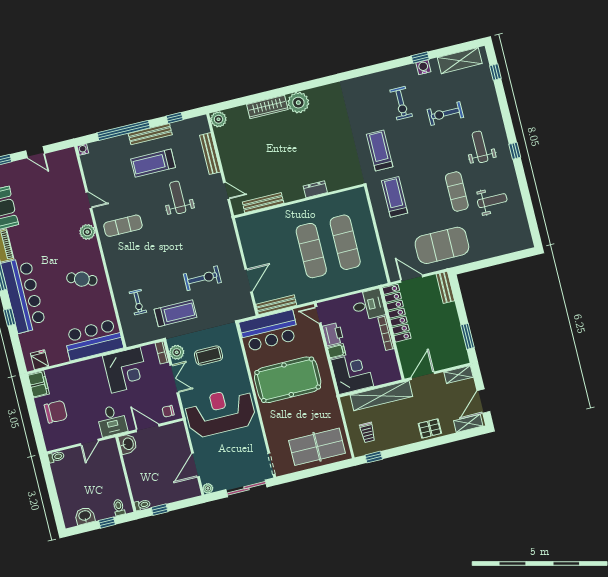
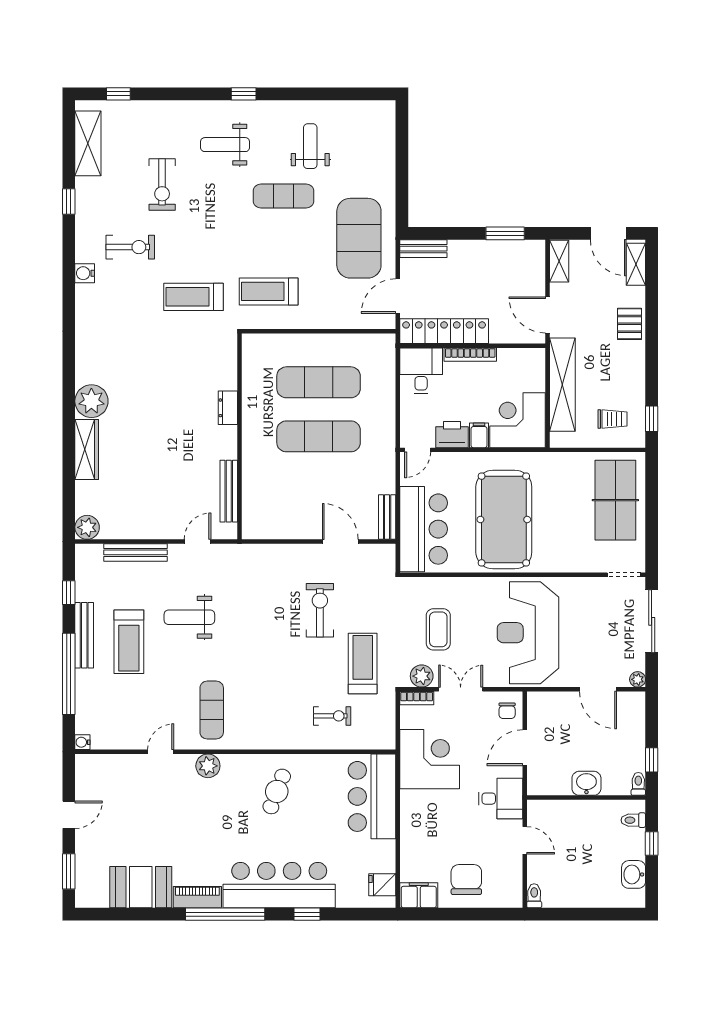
water cooler: (423, 67) -> (85, 273), moved
bench: (276, 305) -> (387, 517), width x0.73
washbasin: (128, 444) -> (586, 783), moved

